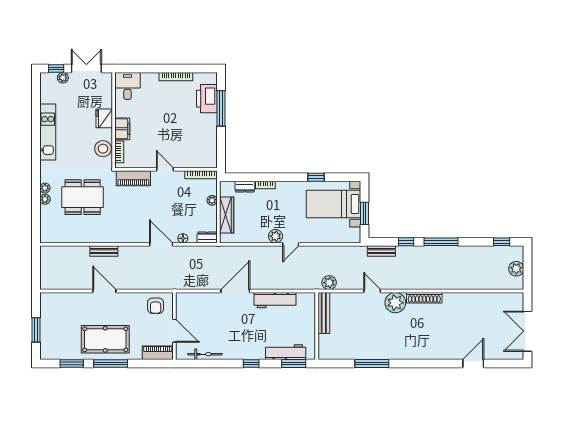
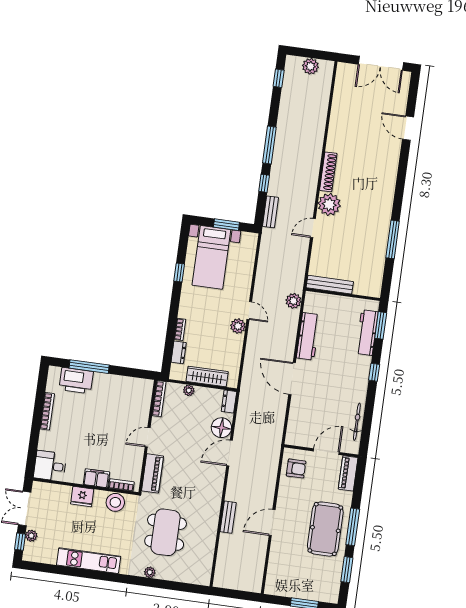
plant: (45, 199) -> (162, 574), removed
floor lamp: (183, 238) -> (221, 428), width x1.89, depth x1.89
plant: (329, 283) -> (293, 301), moved

